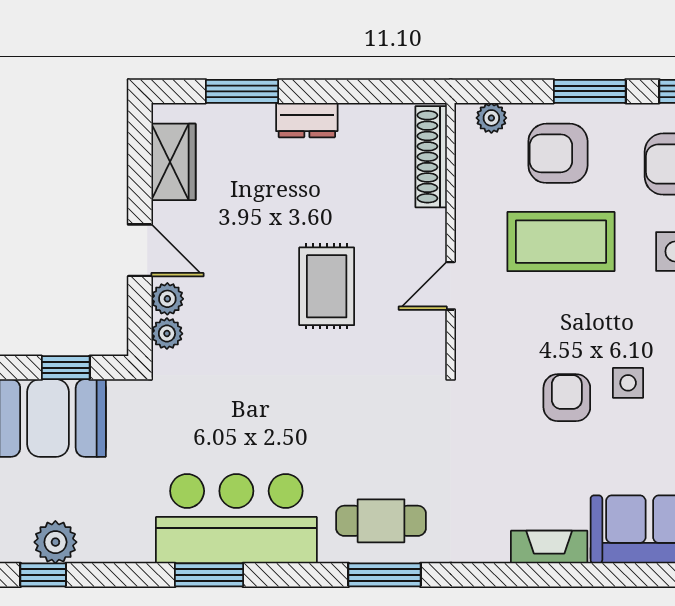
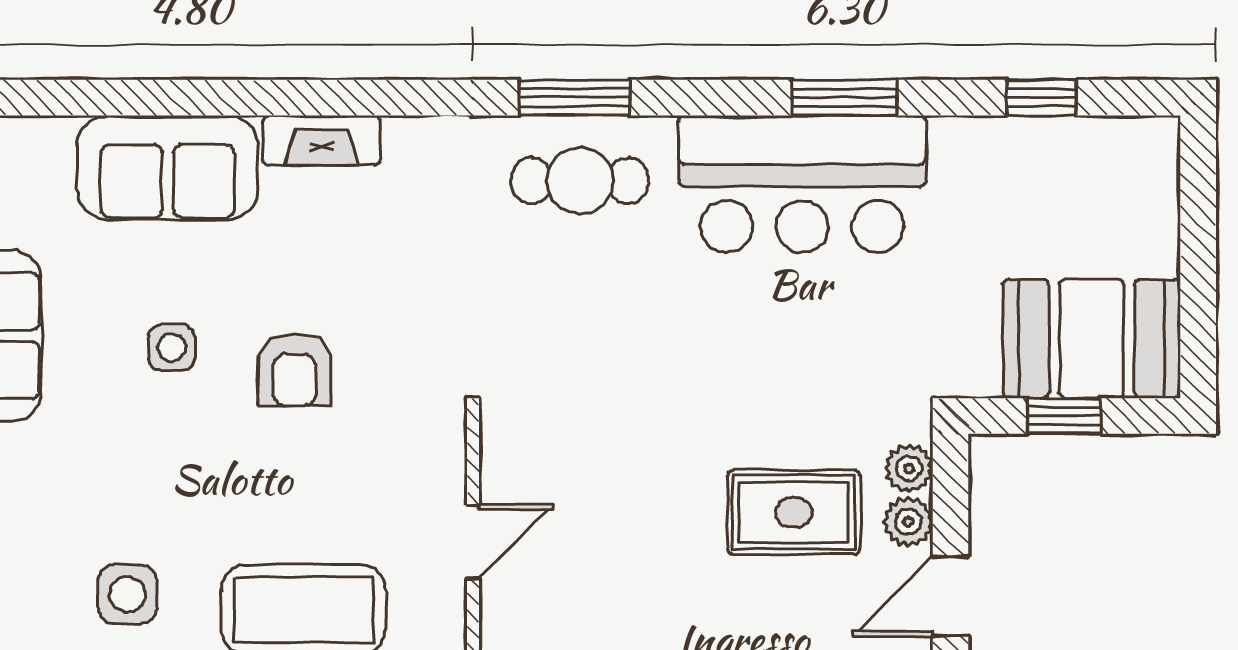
door: (140, 250) -> (951, 596), hinge flipped
rug: (327, 286) -> (794, 512), moved, turned 90
side table: (628, 383) -> (172, 347), moved
plant: (55, 542) -> (1080, 148), removed
window: (43, 575) -> (1042, 98), moved

